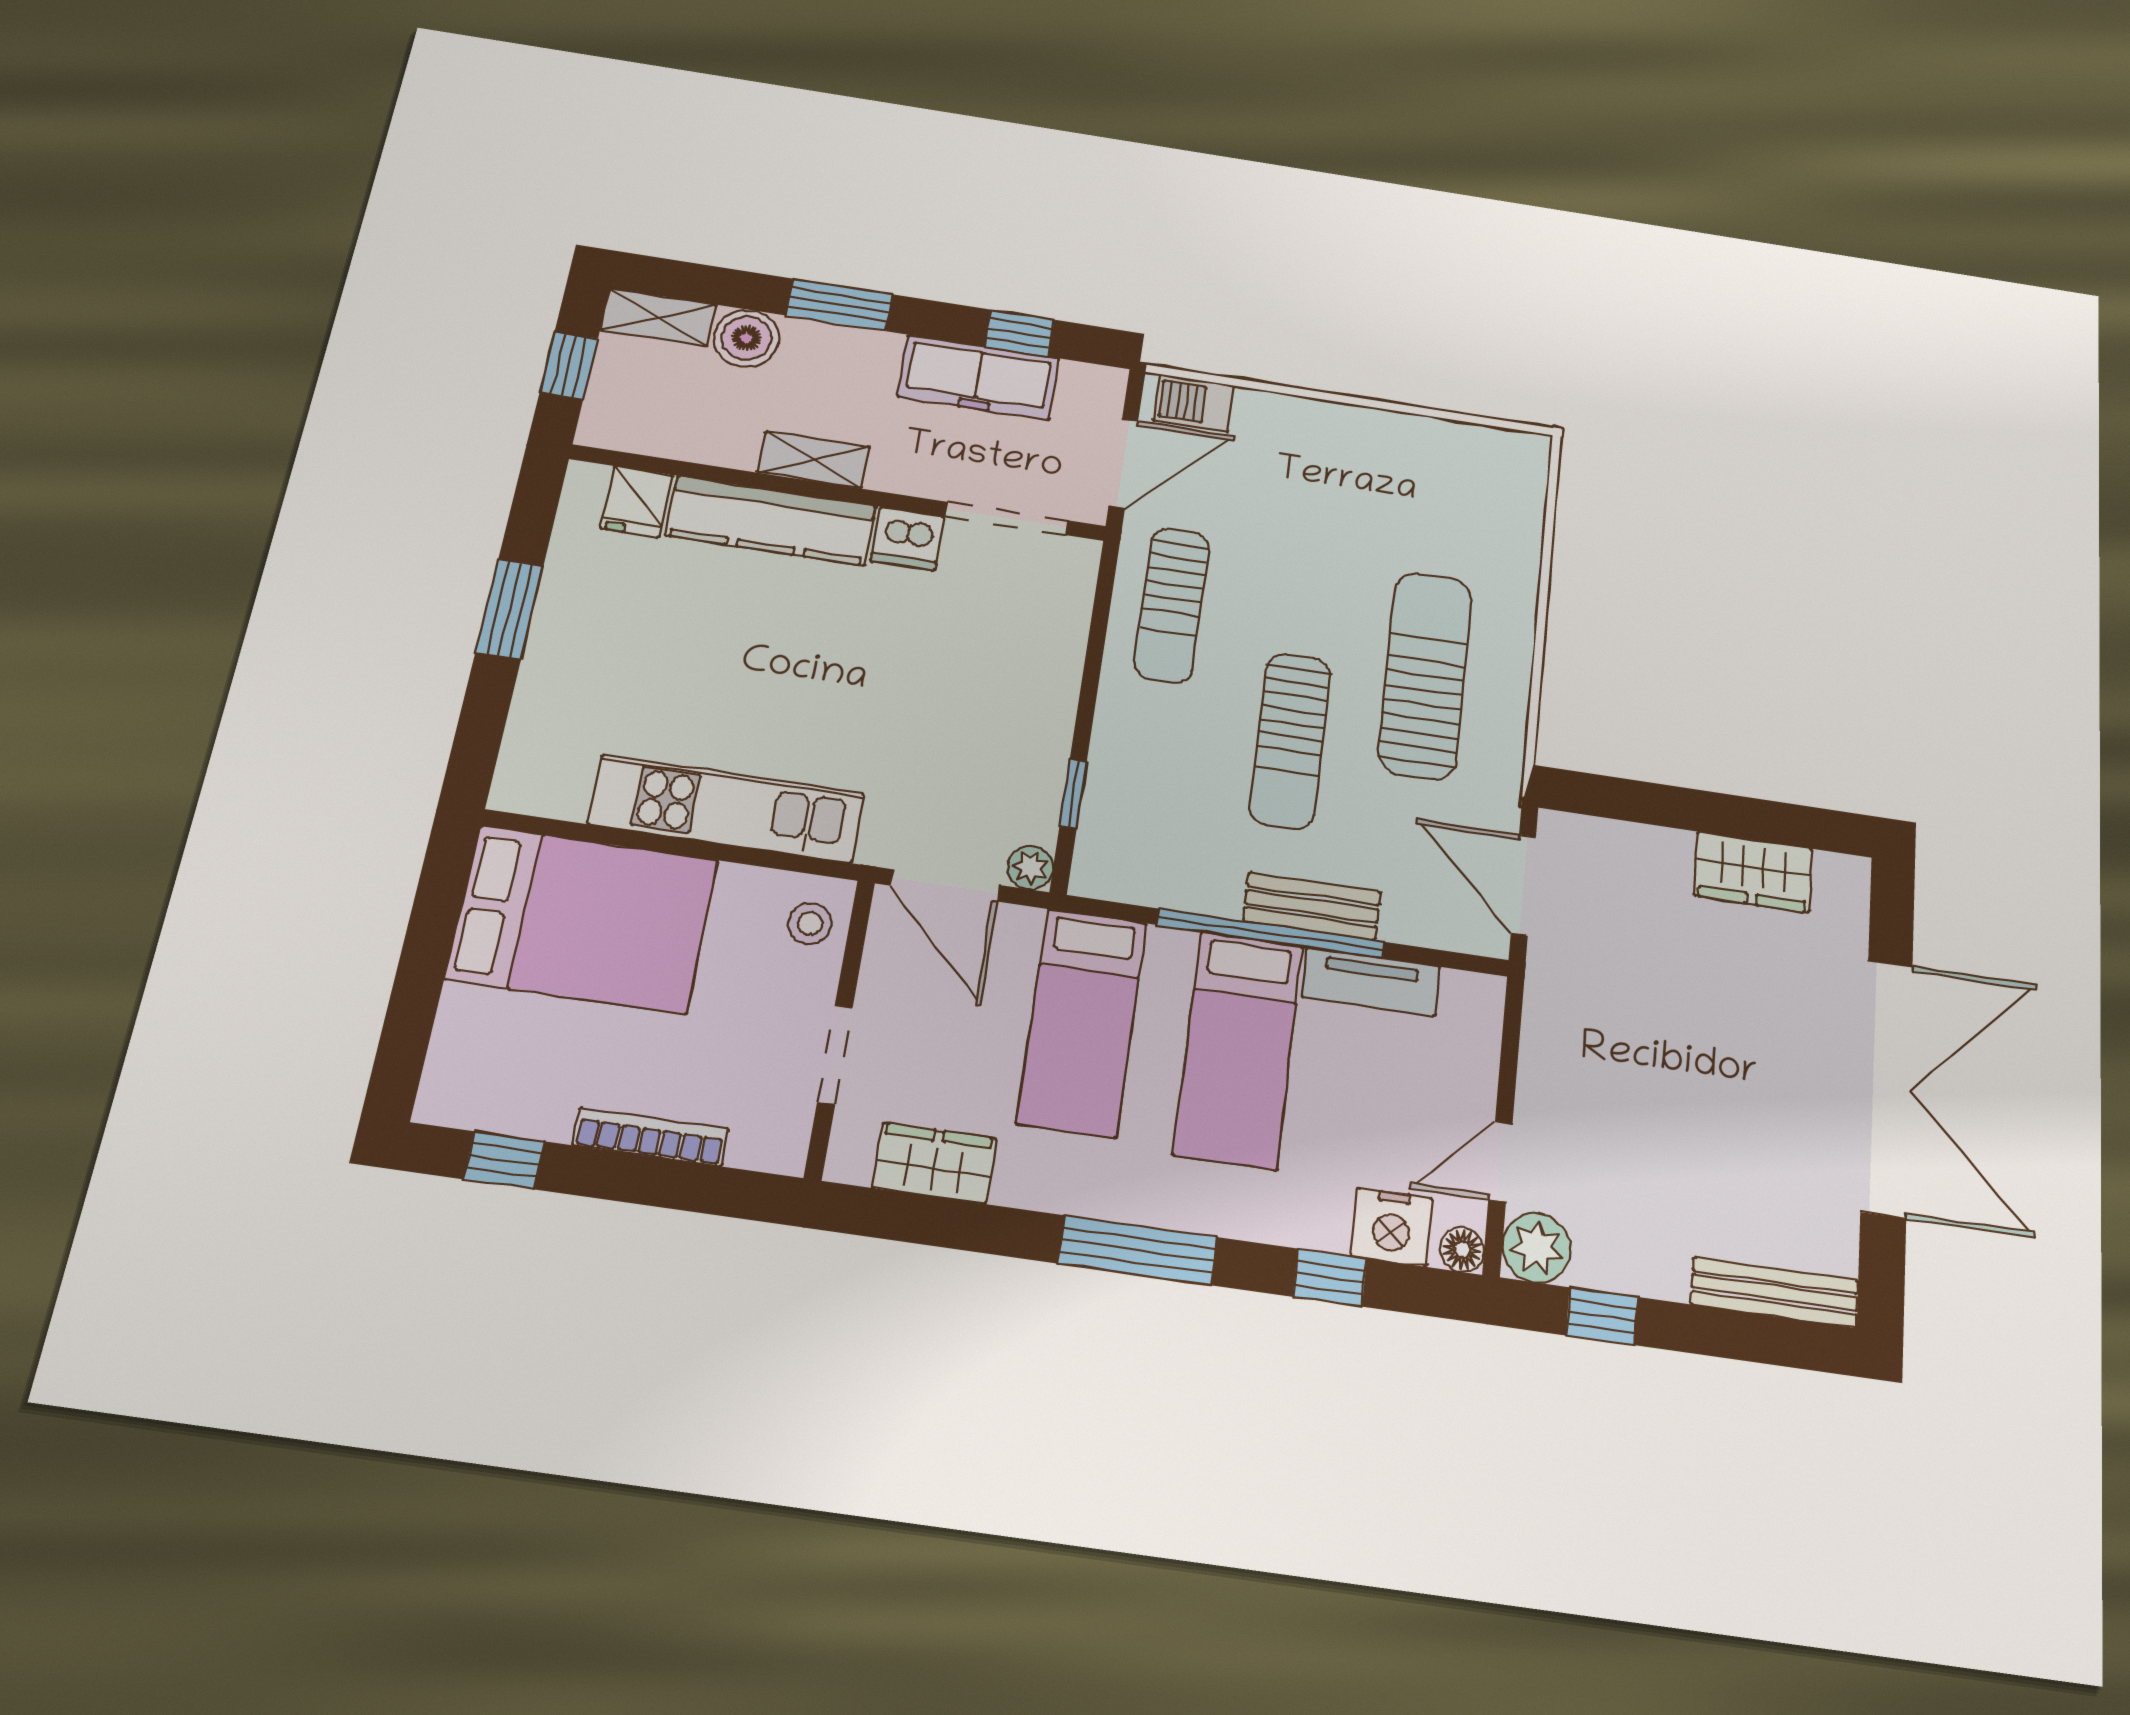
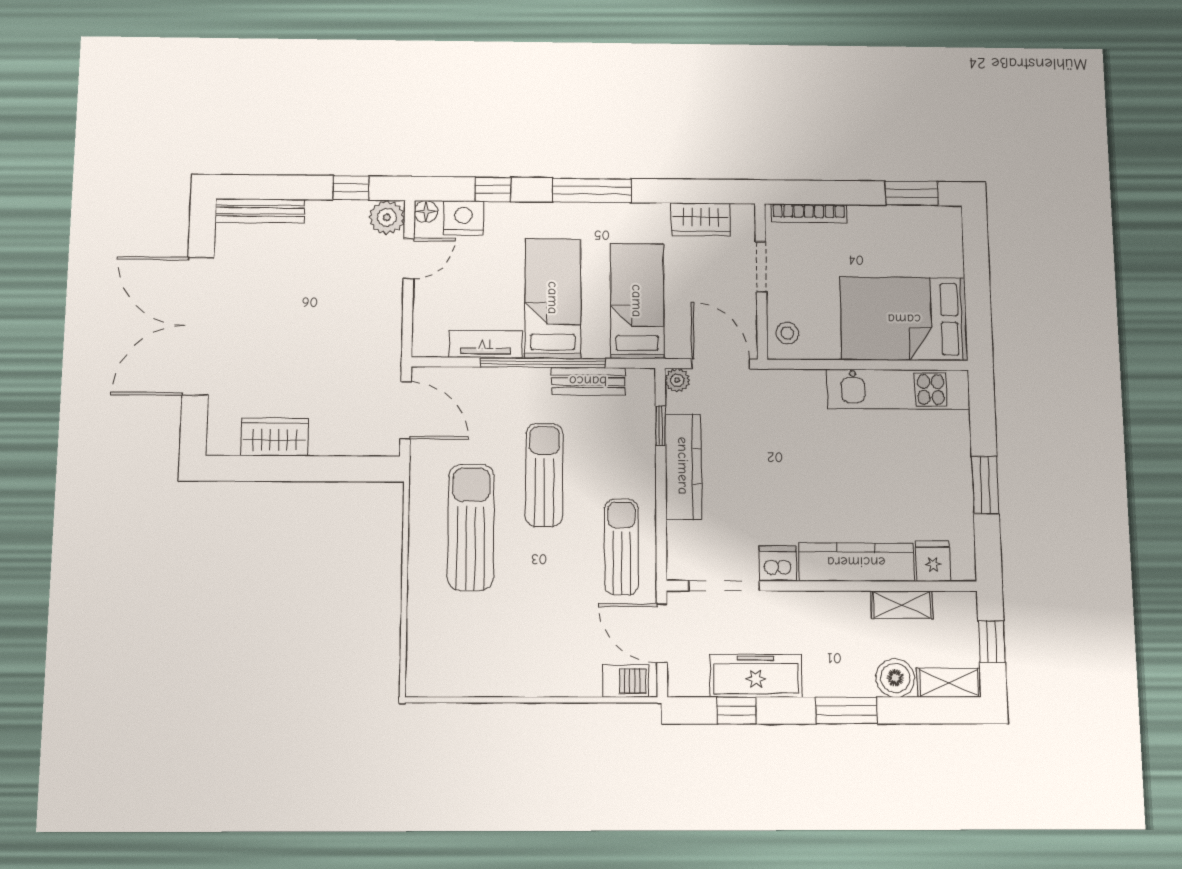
shelving: (813, 460) -> (902, 605), moved
door: (1123, 463) -> (662, 633), hinge flipped
sun lounger: (1425, 675) -> (471, 527), turned 180
kitchen counter: (1044, 719) -> (683, 466), added
kitchen unit: (726, 809) -> (898, 389), moved
bench: (1312, 906) -> (588, 381), moved
bookcase: (650, 1137) -> (809, 213), moved
window: (504, 1160) -> (912, 193), width x1.50

